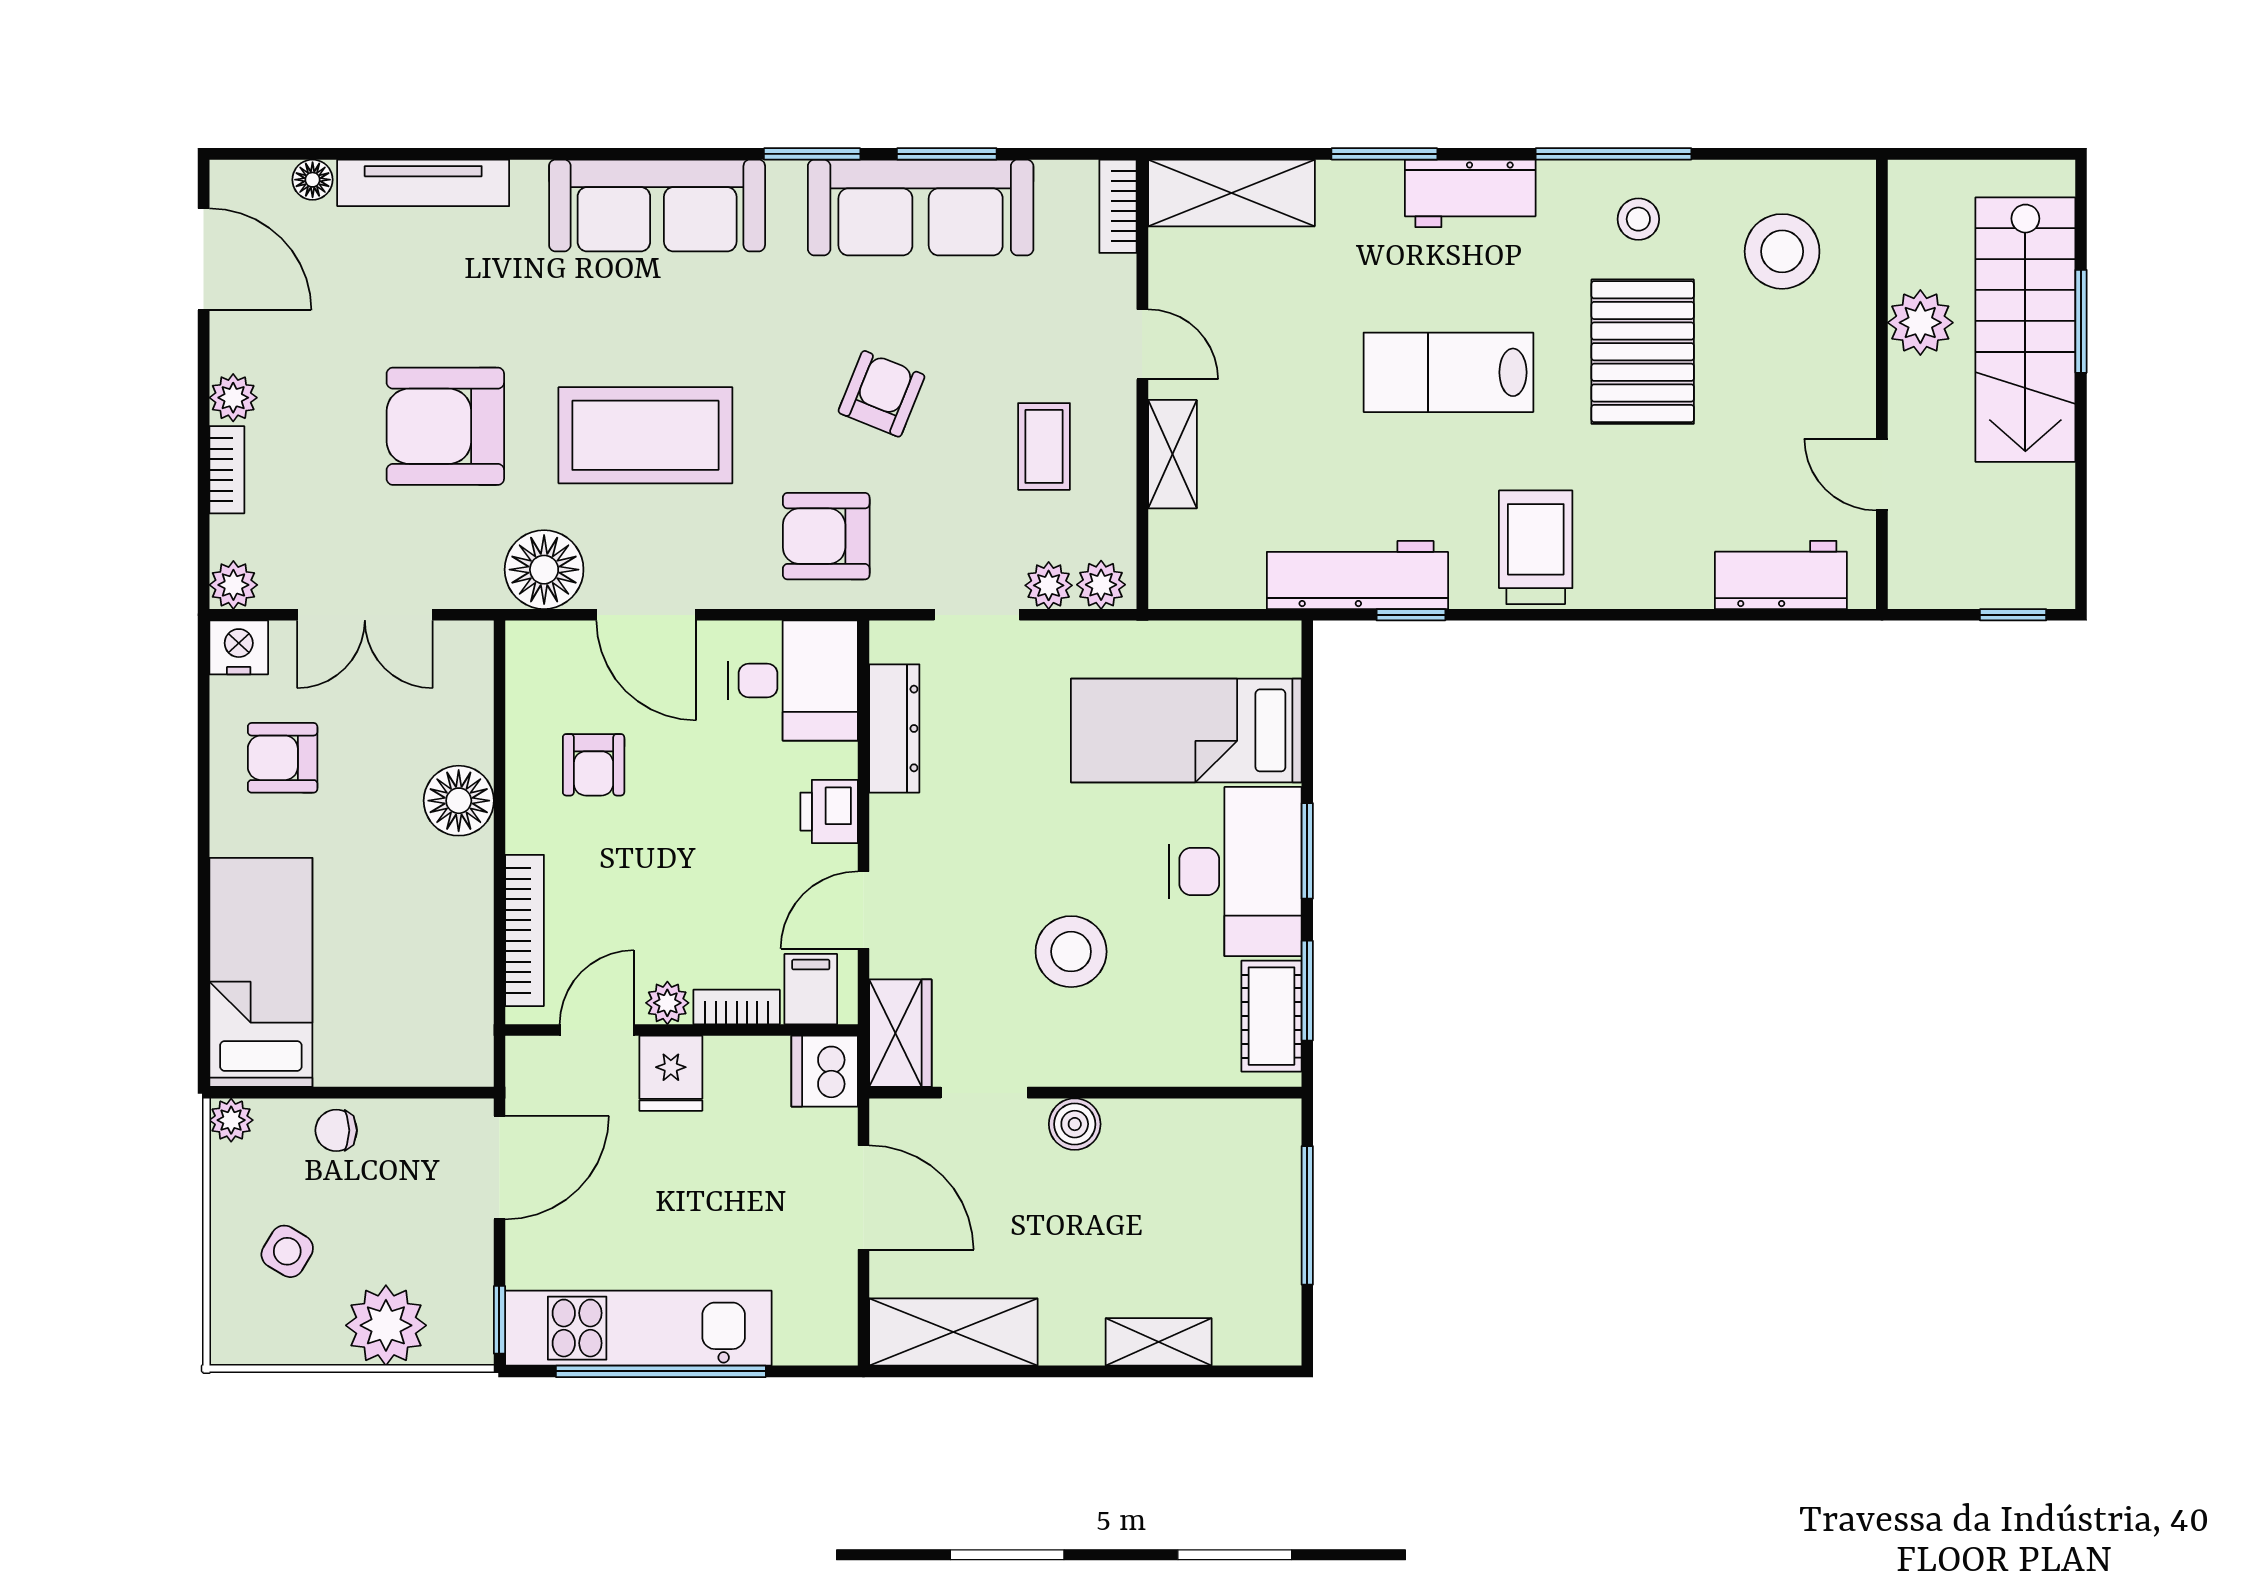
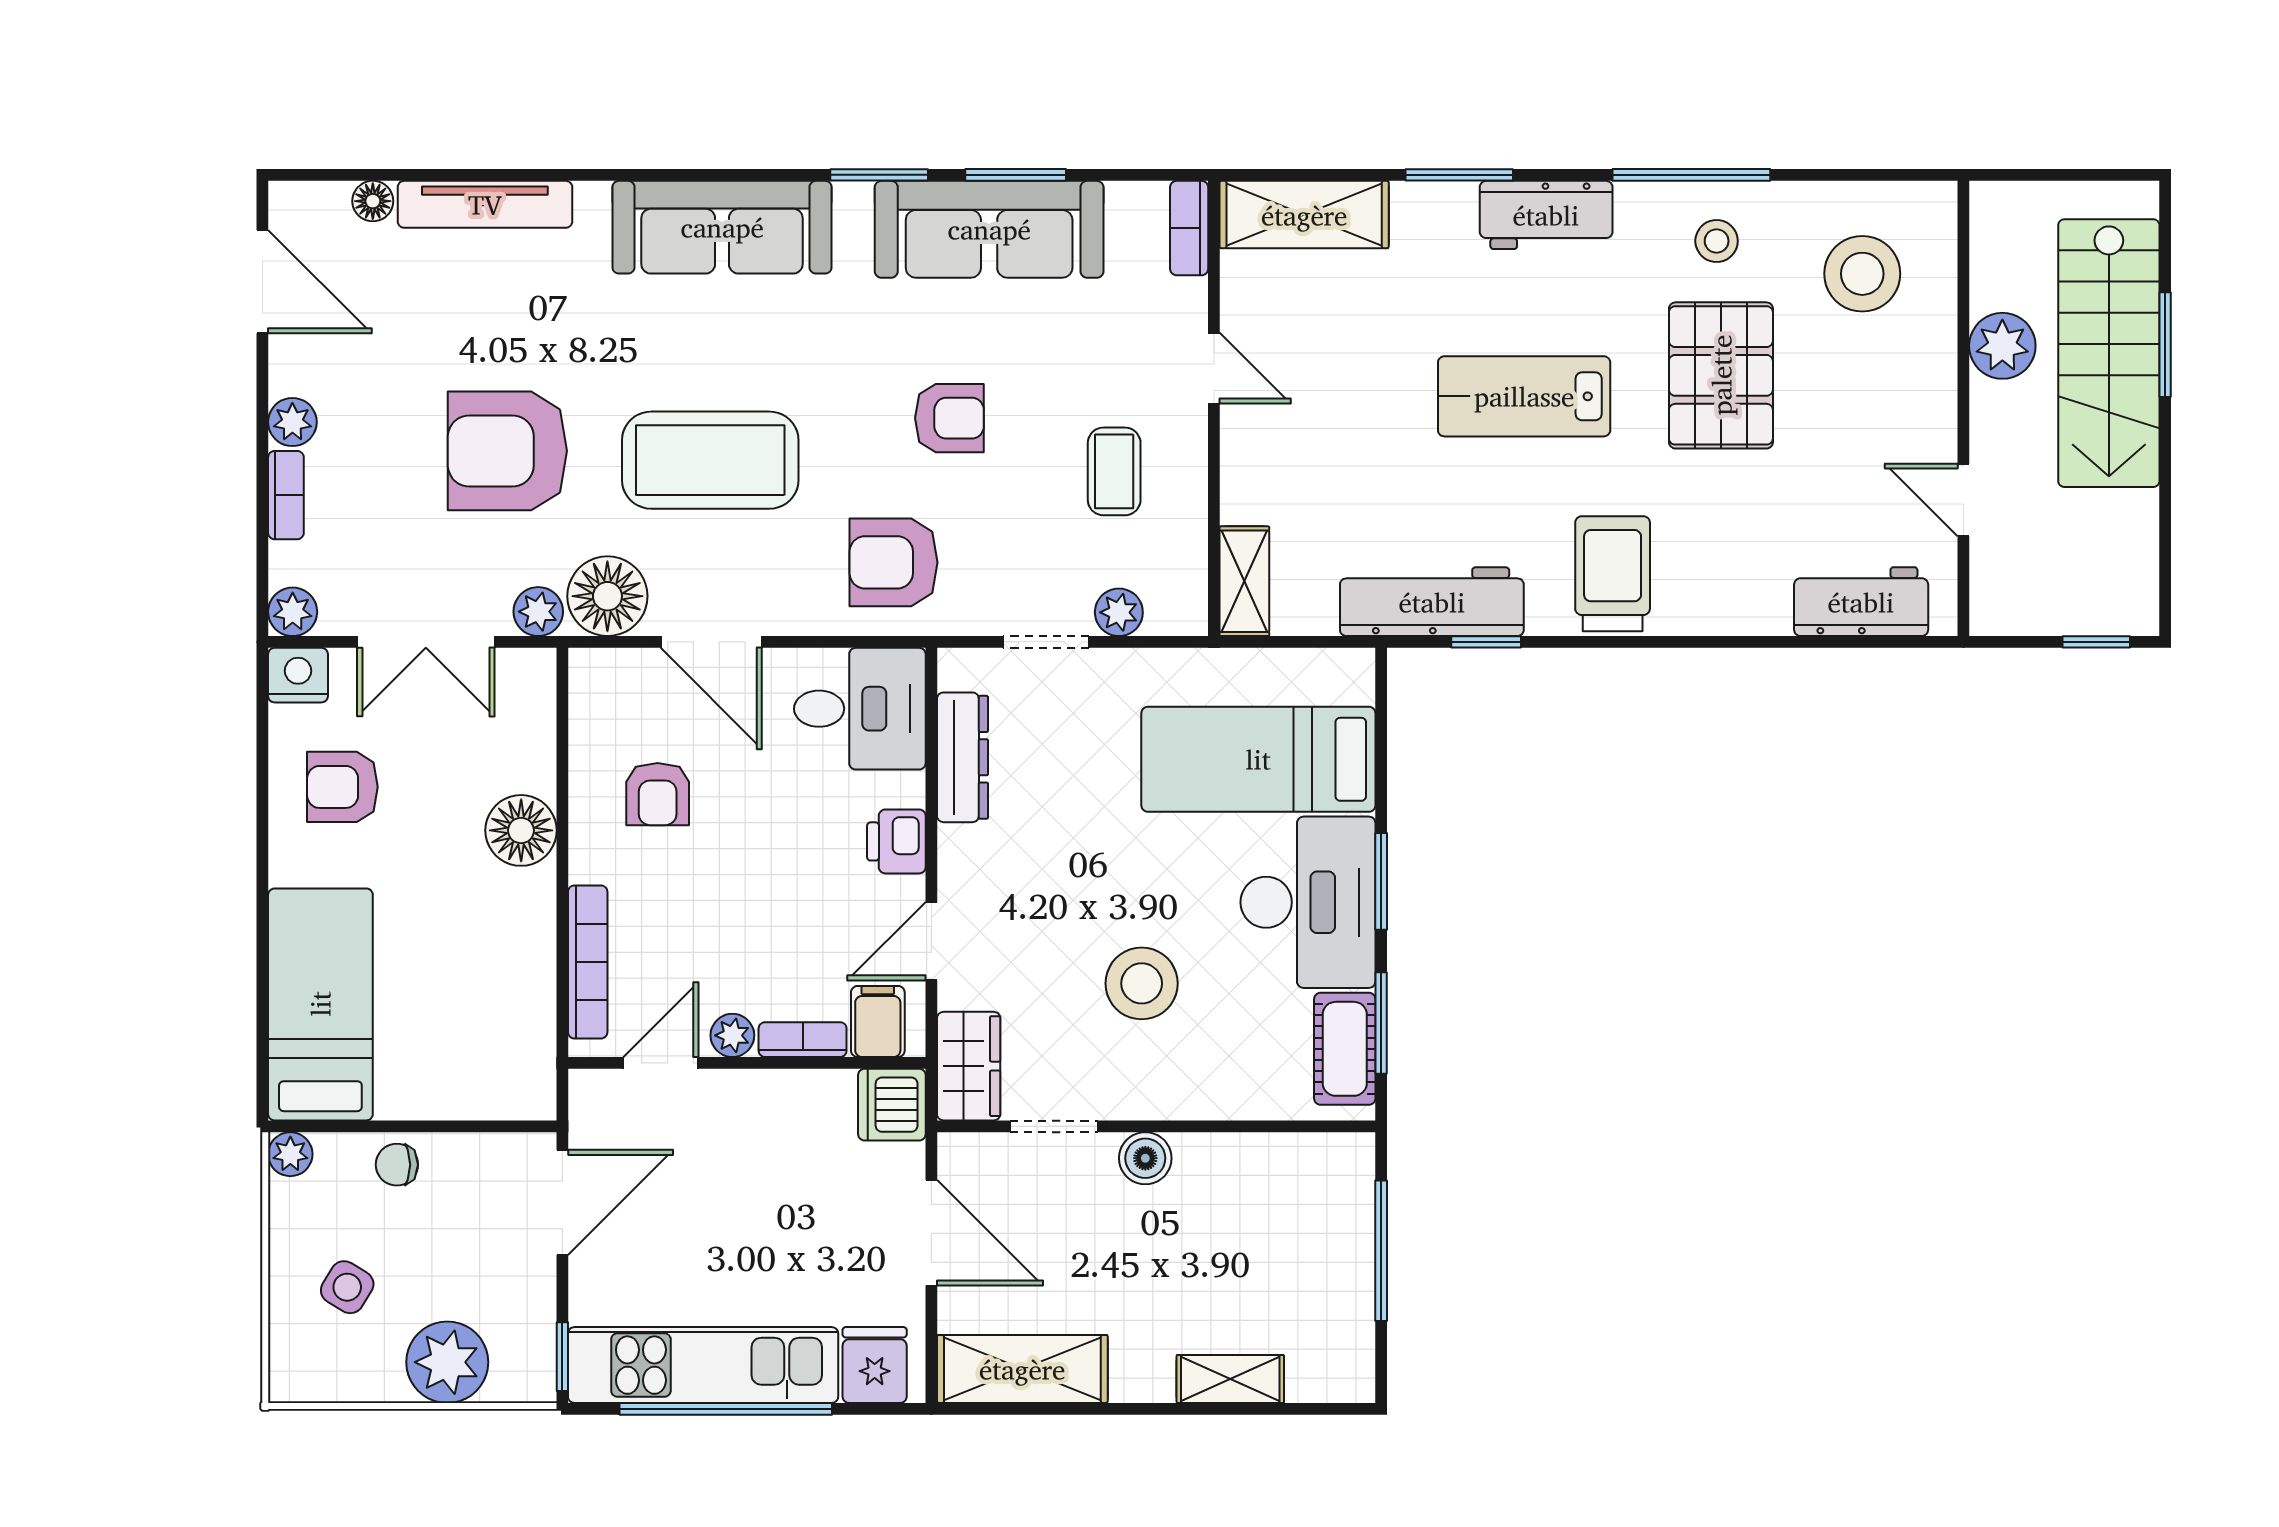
armchair: (881, 394) -> (949, 418), turned 68
shelving: (1172, 454) -> (1244, 581), moved
plant: (1101, 585) -> (538, 612), moved
fridge: (671, 1073) -> (875, 1365), moved, turned 180

